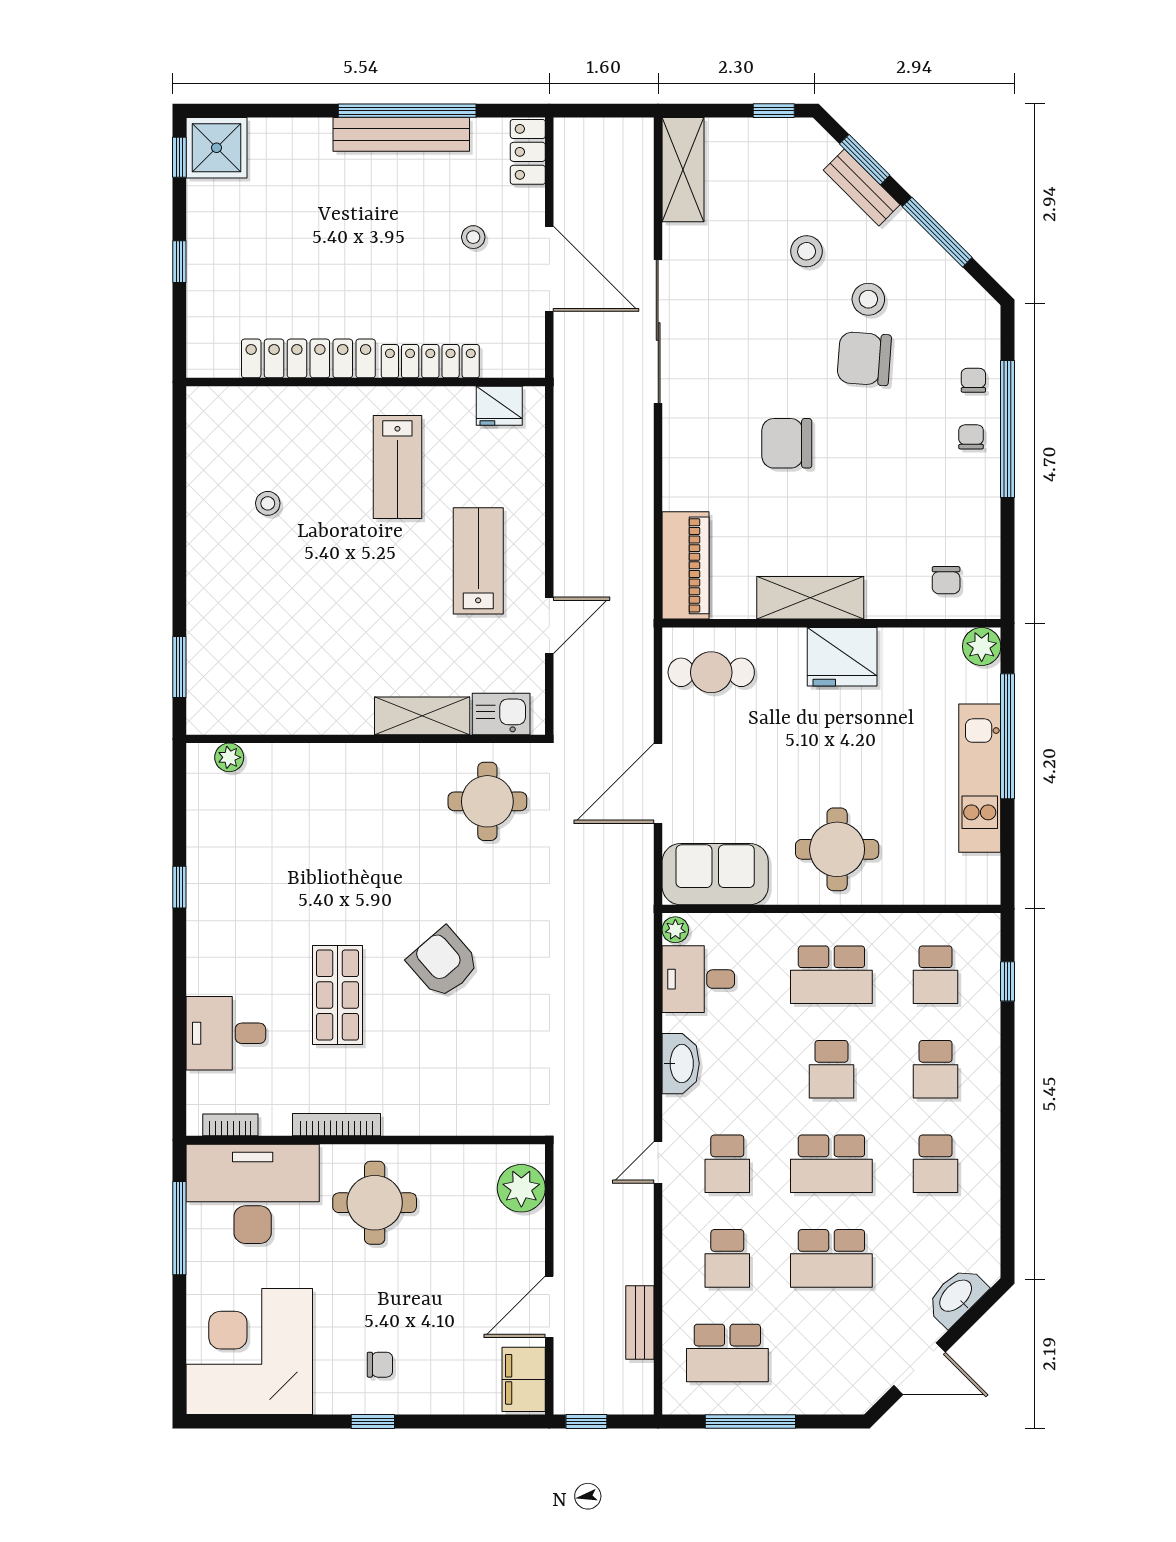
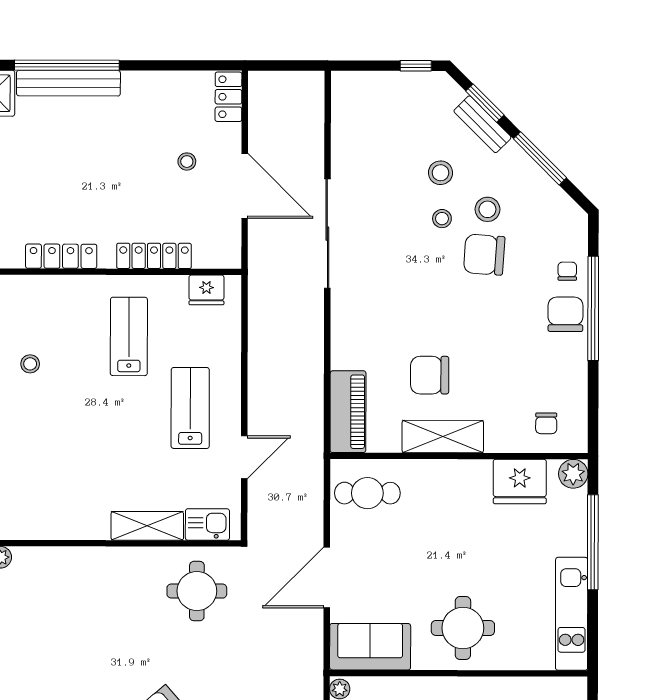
window: (407, 111) -> (67, 65), moved
bench: (401, 134) -> (68, 83), moved
shelving: (683, 170) -> (347, 111), removed
stool: (809, 311) -> (442, 219), added
locker: (308, 358) -> (61, 256), width x0.71, depth x0.83
chair: (971, 437) -> (565, 314), width x1.87, depth x1.87
chair: (787, 443) -> (430, 375), moved
lab bench: (397, 467) -> (129, 336), turned 180
fridge: (842, 657) -> (520, 482), moved
kitchen unit: (980, 778) -> (572, 614), moved

